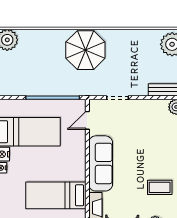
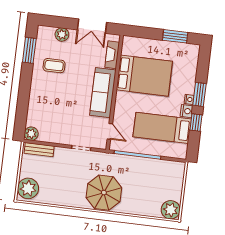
door: (87, 120) -> (110, 131), hinge flipped
bed: (56, 195) -> (144, 76), width x1.50

